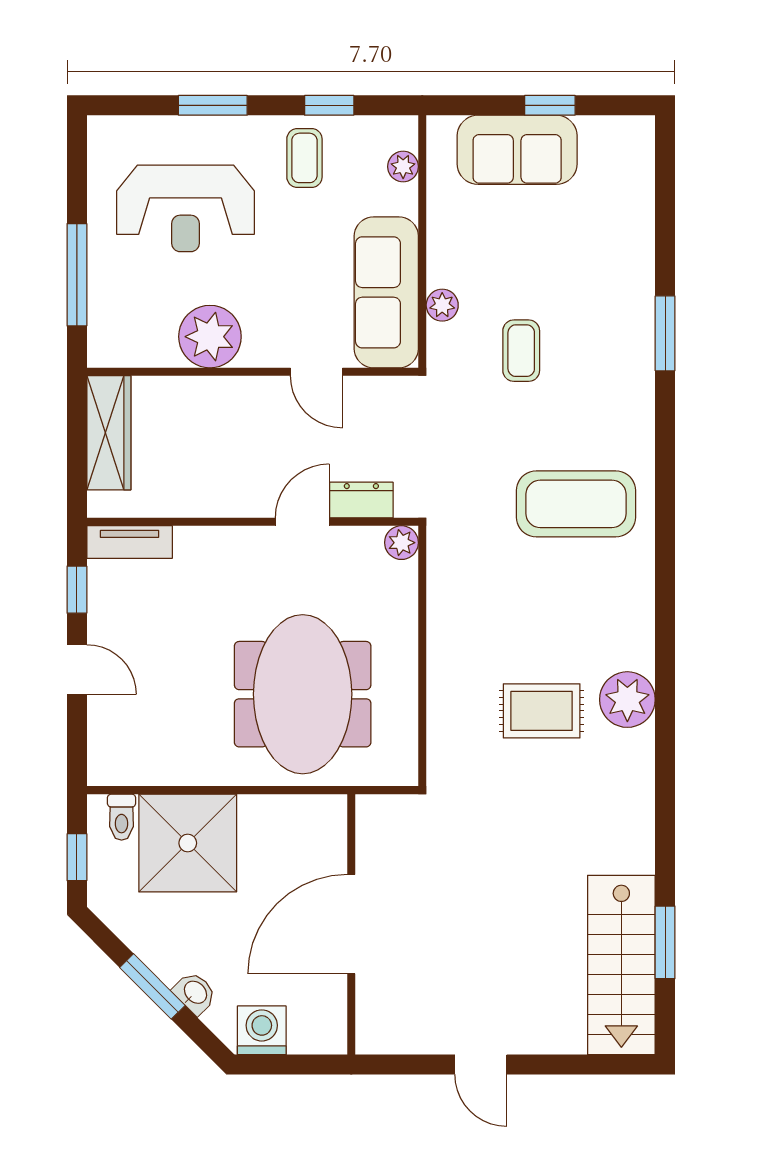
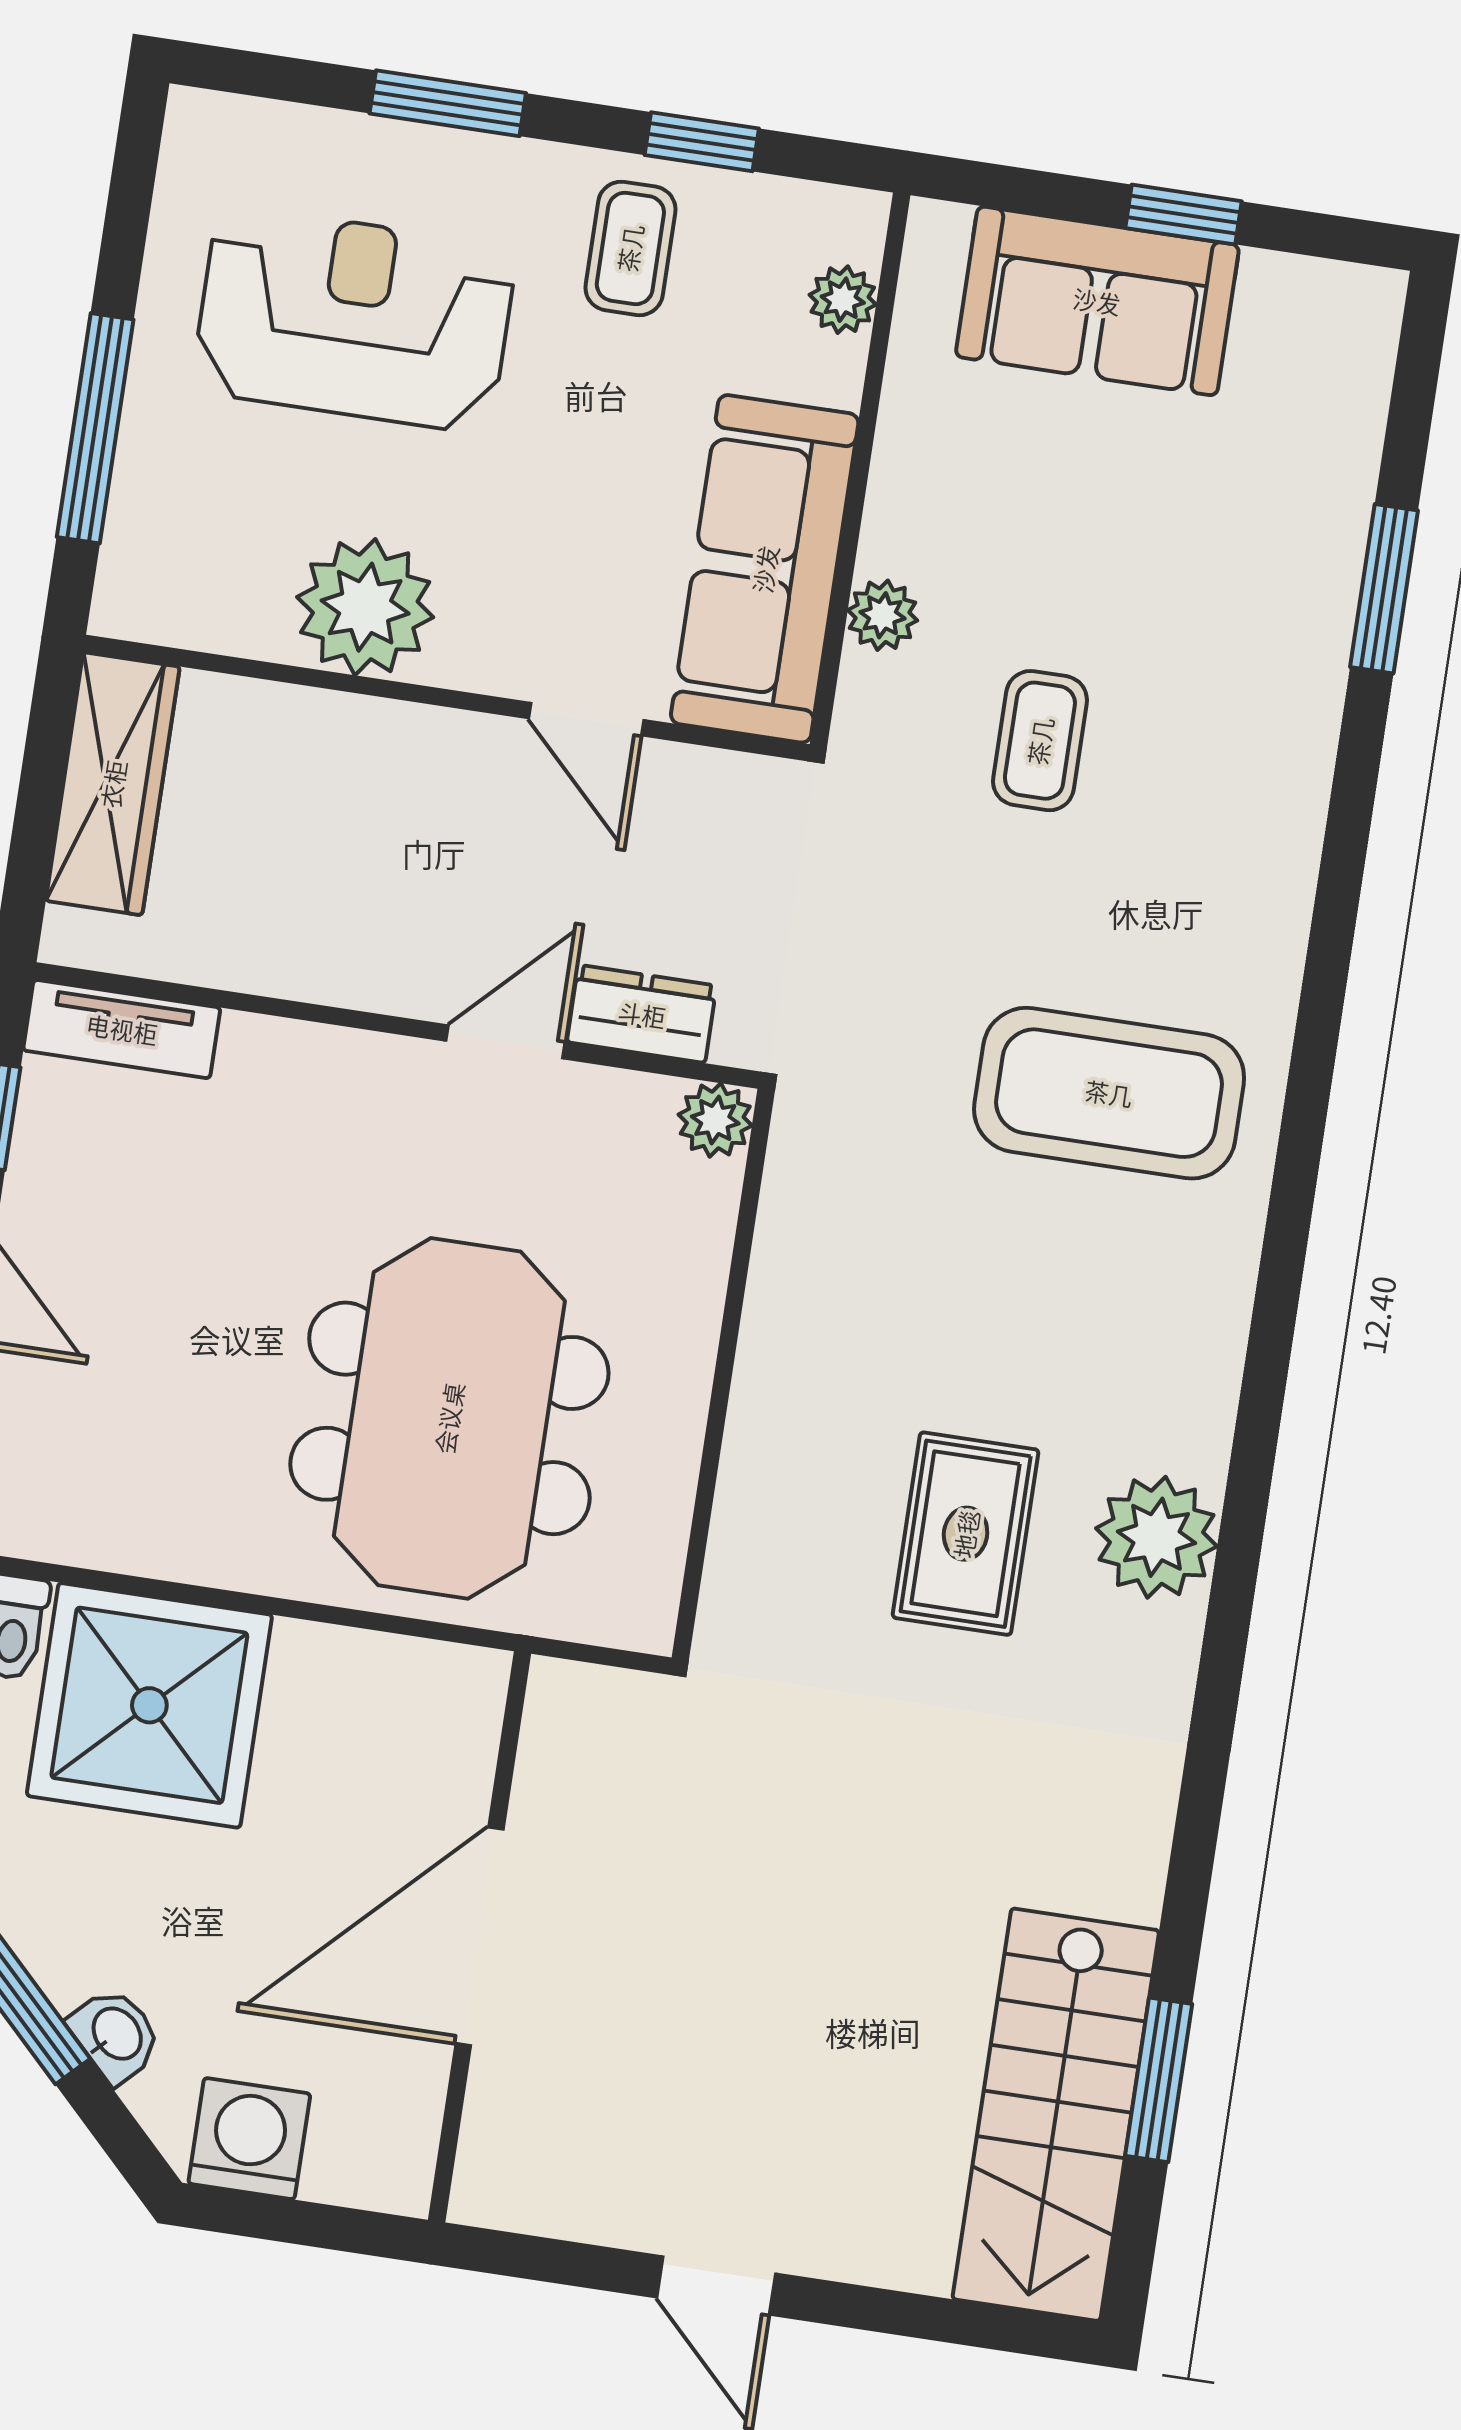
reception desk: (185, 208) -> (354, 319), turned 180
window: (665, 333) -> (1384, 589), moved
rug: (542, 711) -> (966, 1534), turned 90

